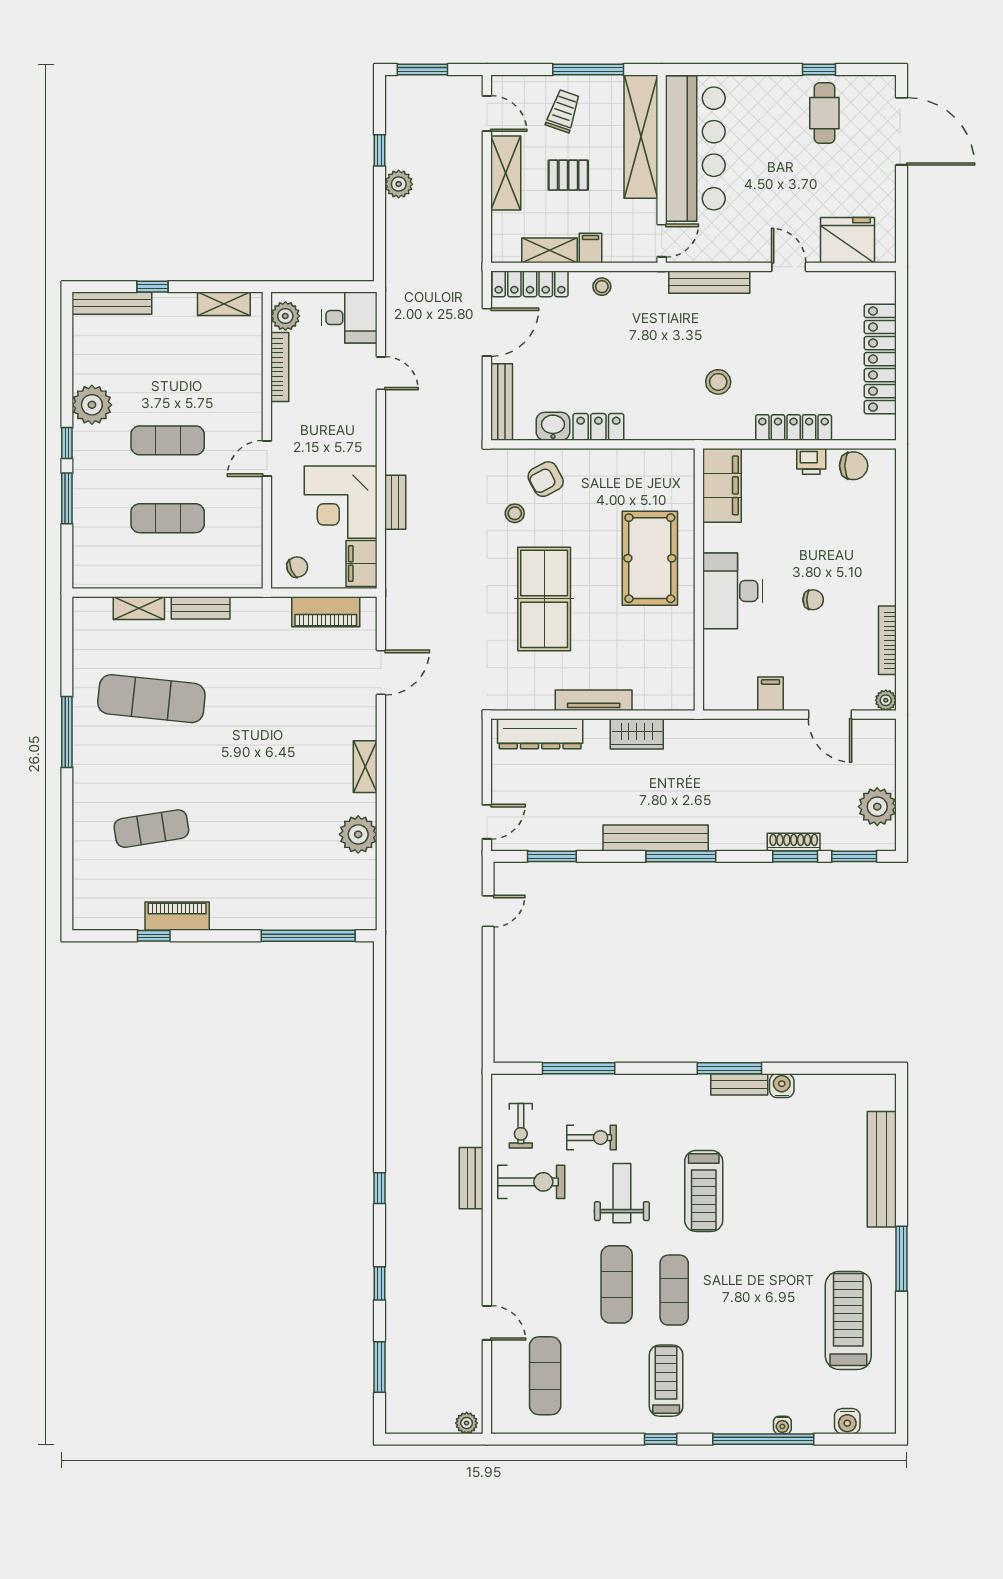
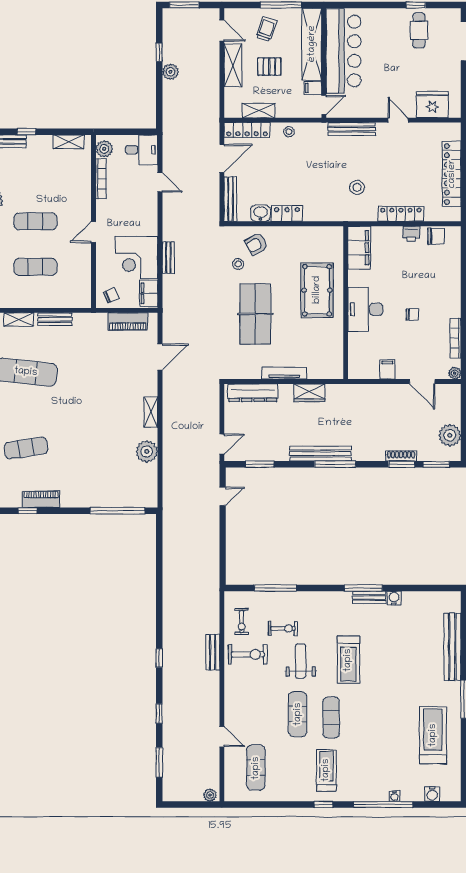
filing cabinet: (591, 248) -> (313, 88), moved, turned -90

